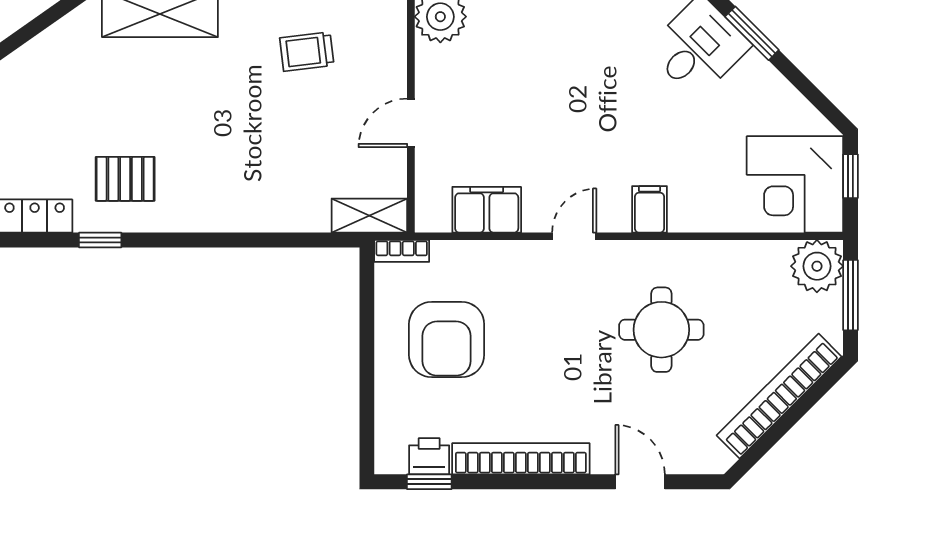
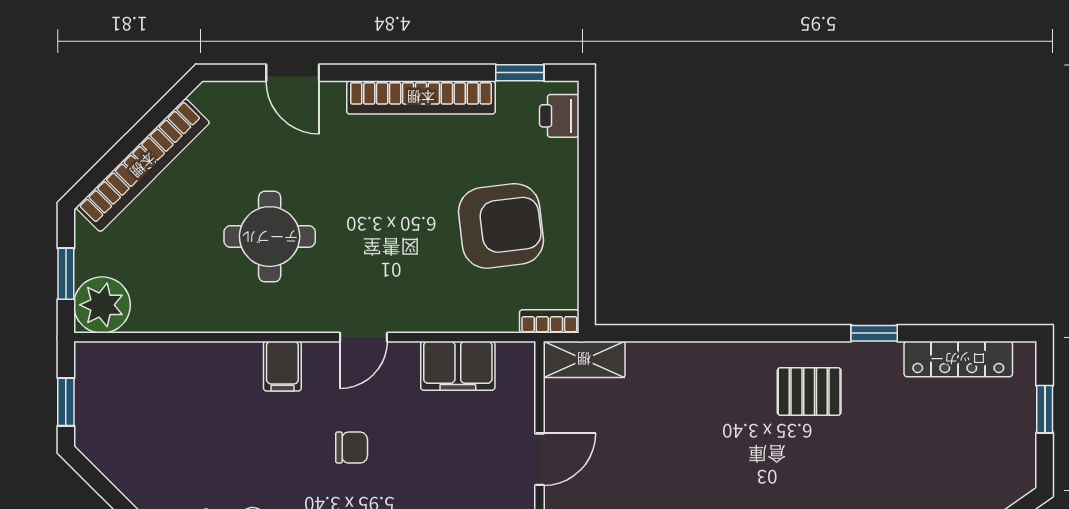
chair: (585, 134) -> (352, 448), added
pallet: (125, 179) -> (809, 391), moved
corner desk: (795, 184) -> (126, 393), removed
window: (851, 295) -> (66, 274), width x0.67
armchair: (447, 340) -> (501, 226), turned 83
printer: (429, 456) -> (559, 116), moved, turned 90

